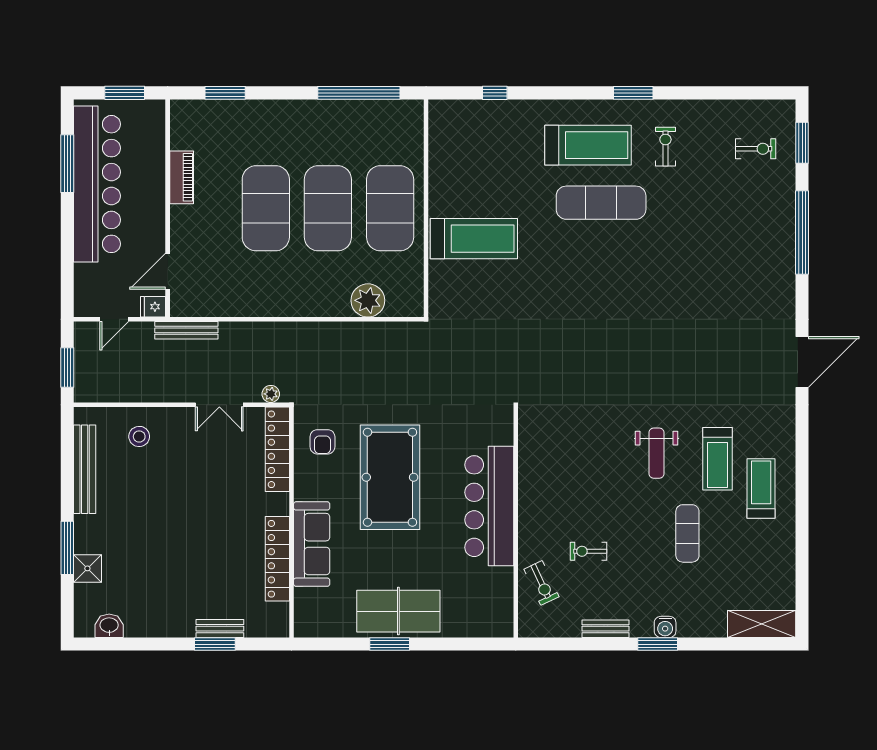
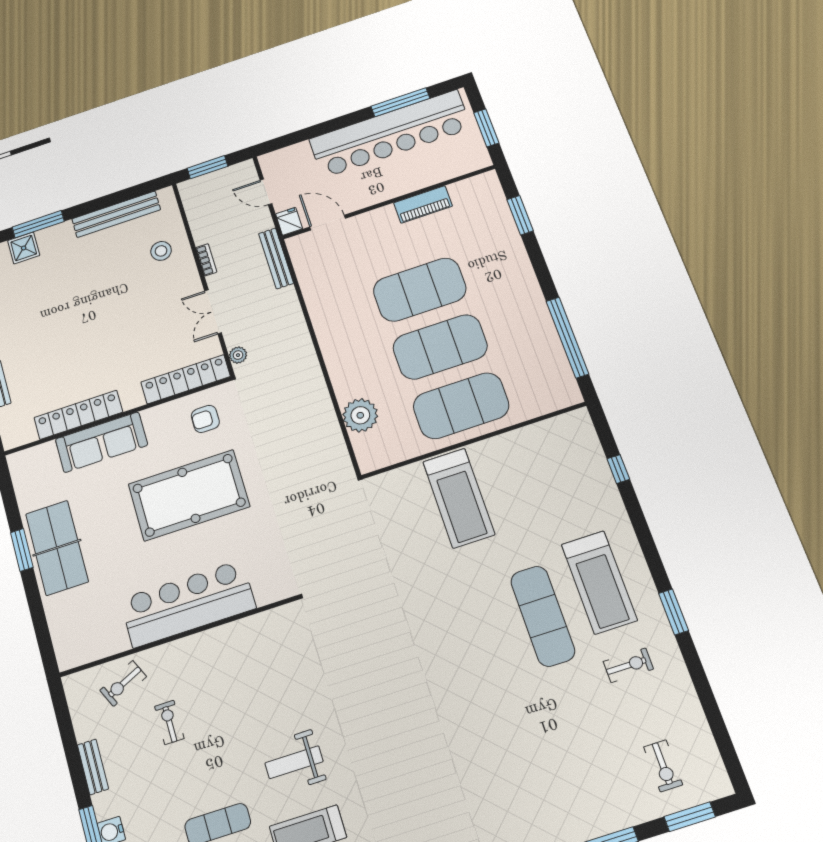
bookcase: (164, 396) -> (206, 260), added

